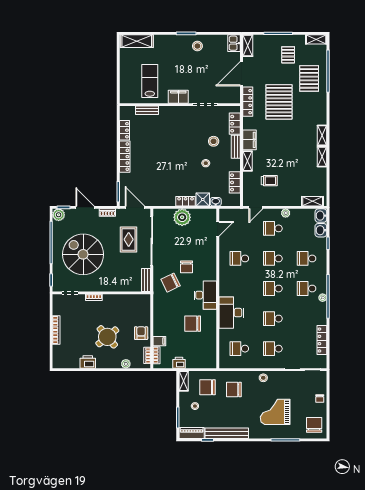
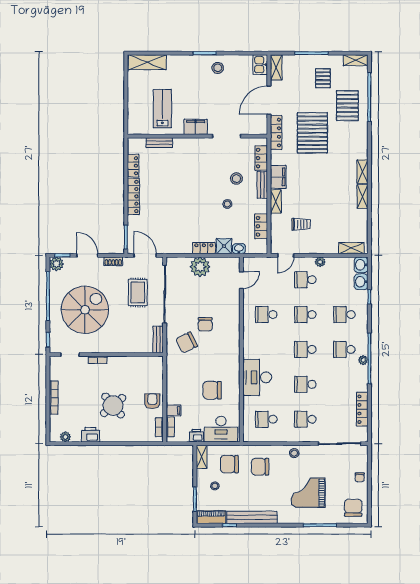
spiral stairs: (83, 254) -> (85, 310), turned 90
desk: (205, 295) -> (221, 429), moved, turned 90
plant: (126, 364) -> (65, 437), moved

